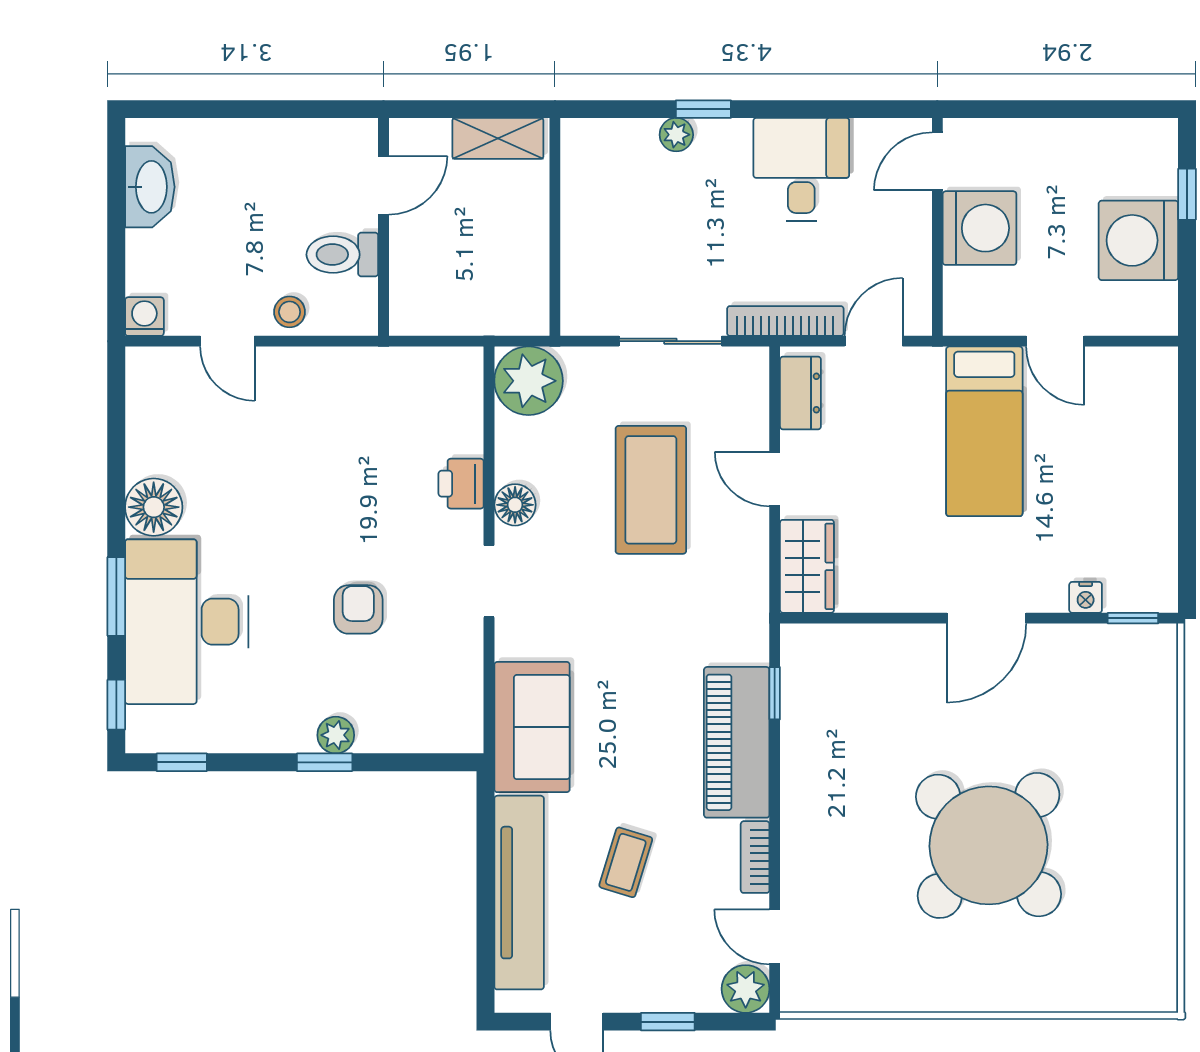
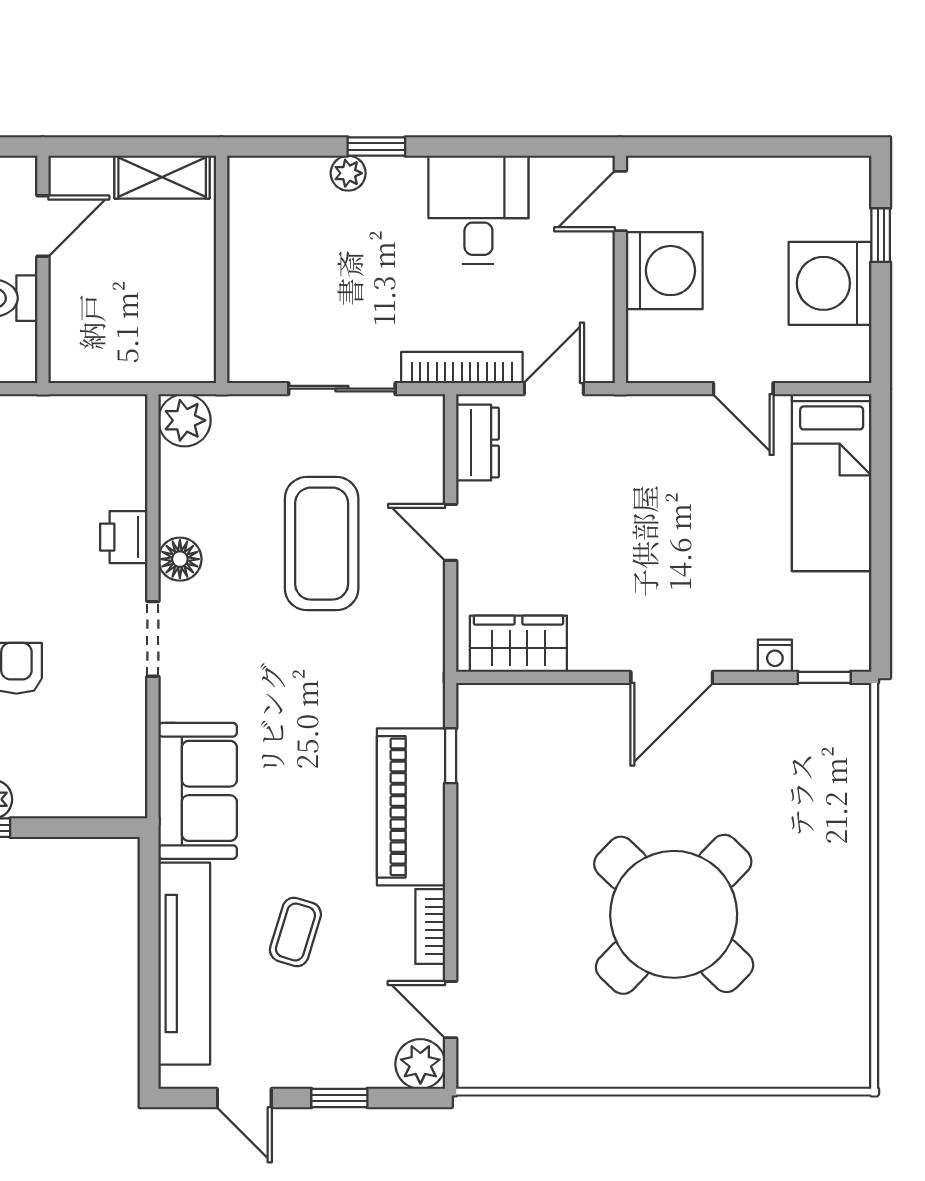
plant: (529, 381) -> (185, 420), width x0.73, depth x0.73
bed: (984, 431) -> (832, 483), moved
wardrobe: (807, 566) -> (518, 644), moved, turned -90

